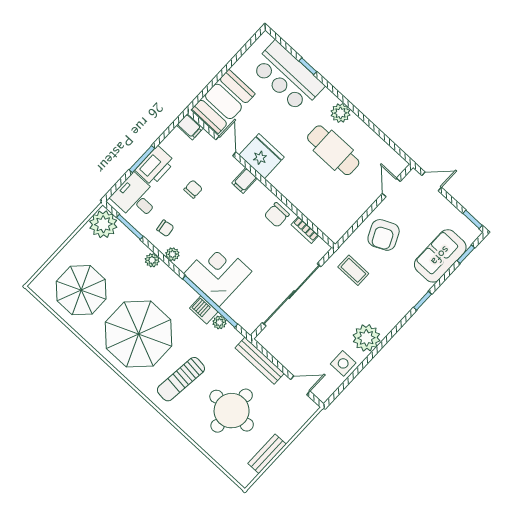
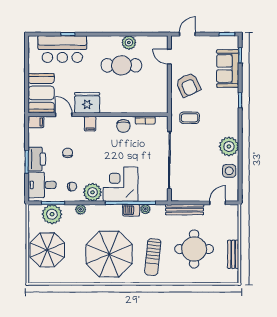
plant: (341, 113) -> (129, 43), moved
plant: (103, 224) -> (52, 214), moved
plant: (172, 254) -> (92, 192), width x1.87, depth x1.87
parasol: (81, 290) -> (47, 250), moved

